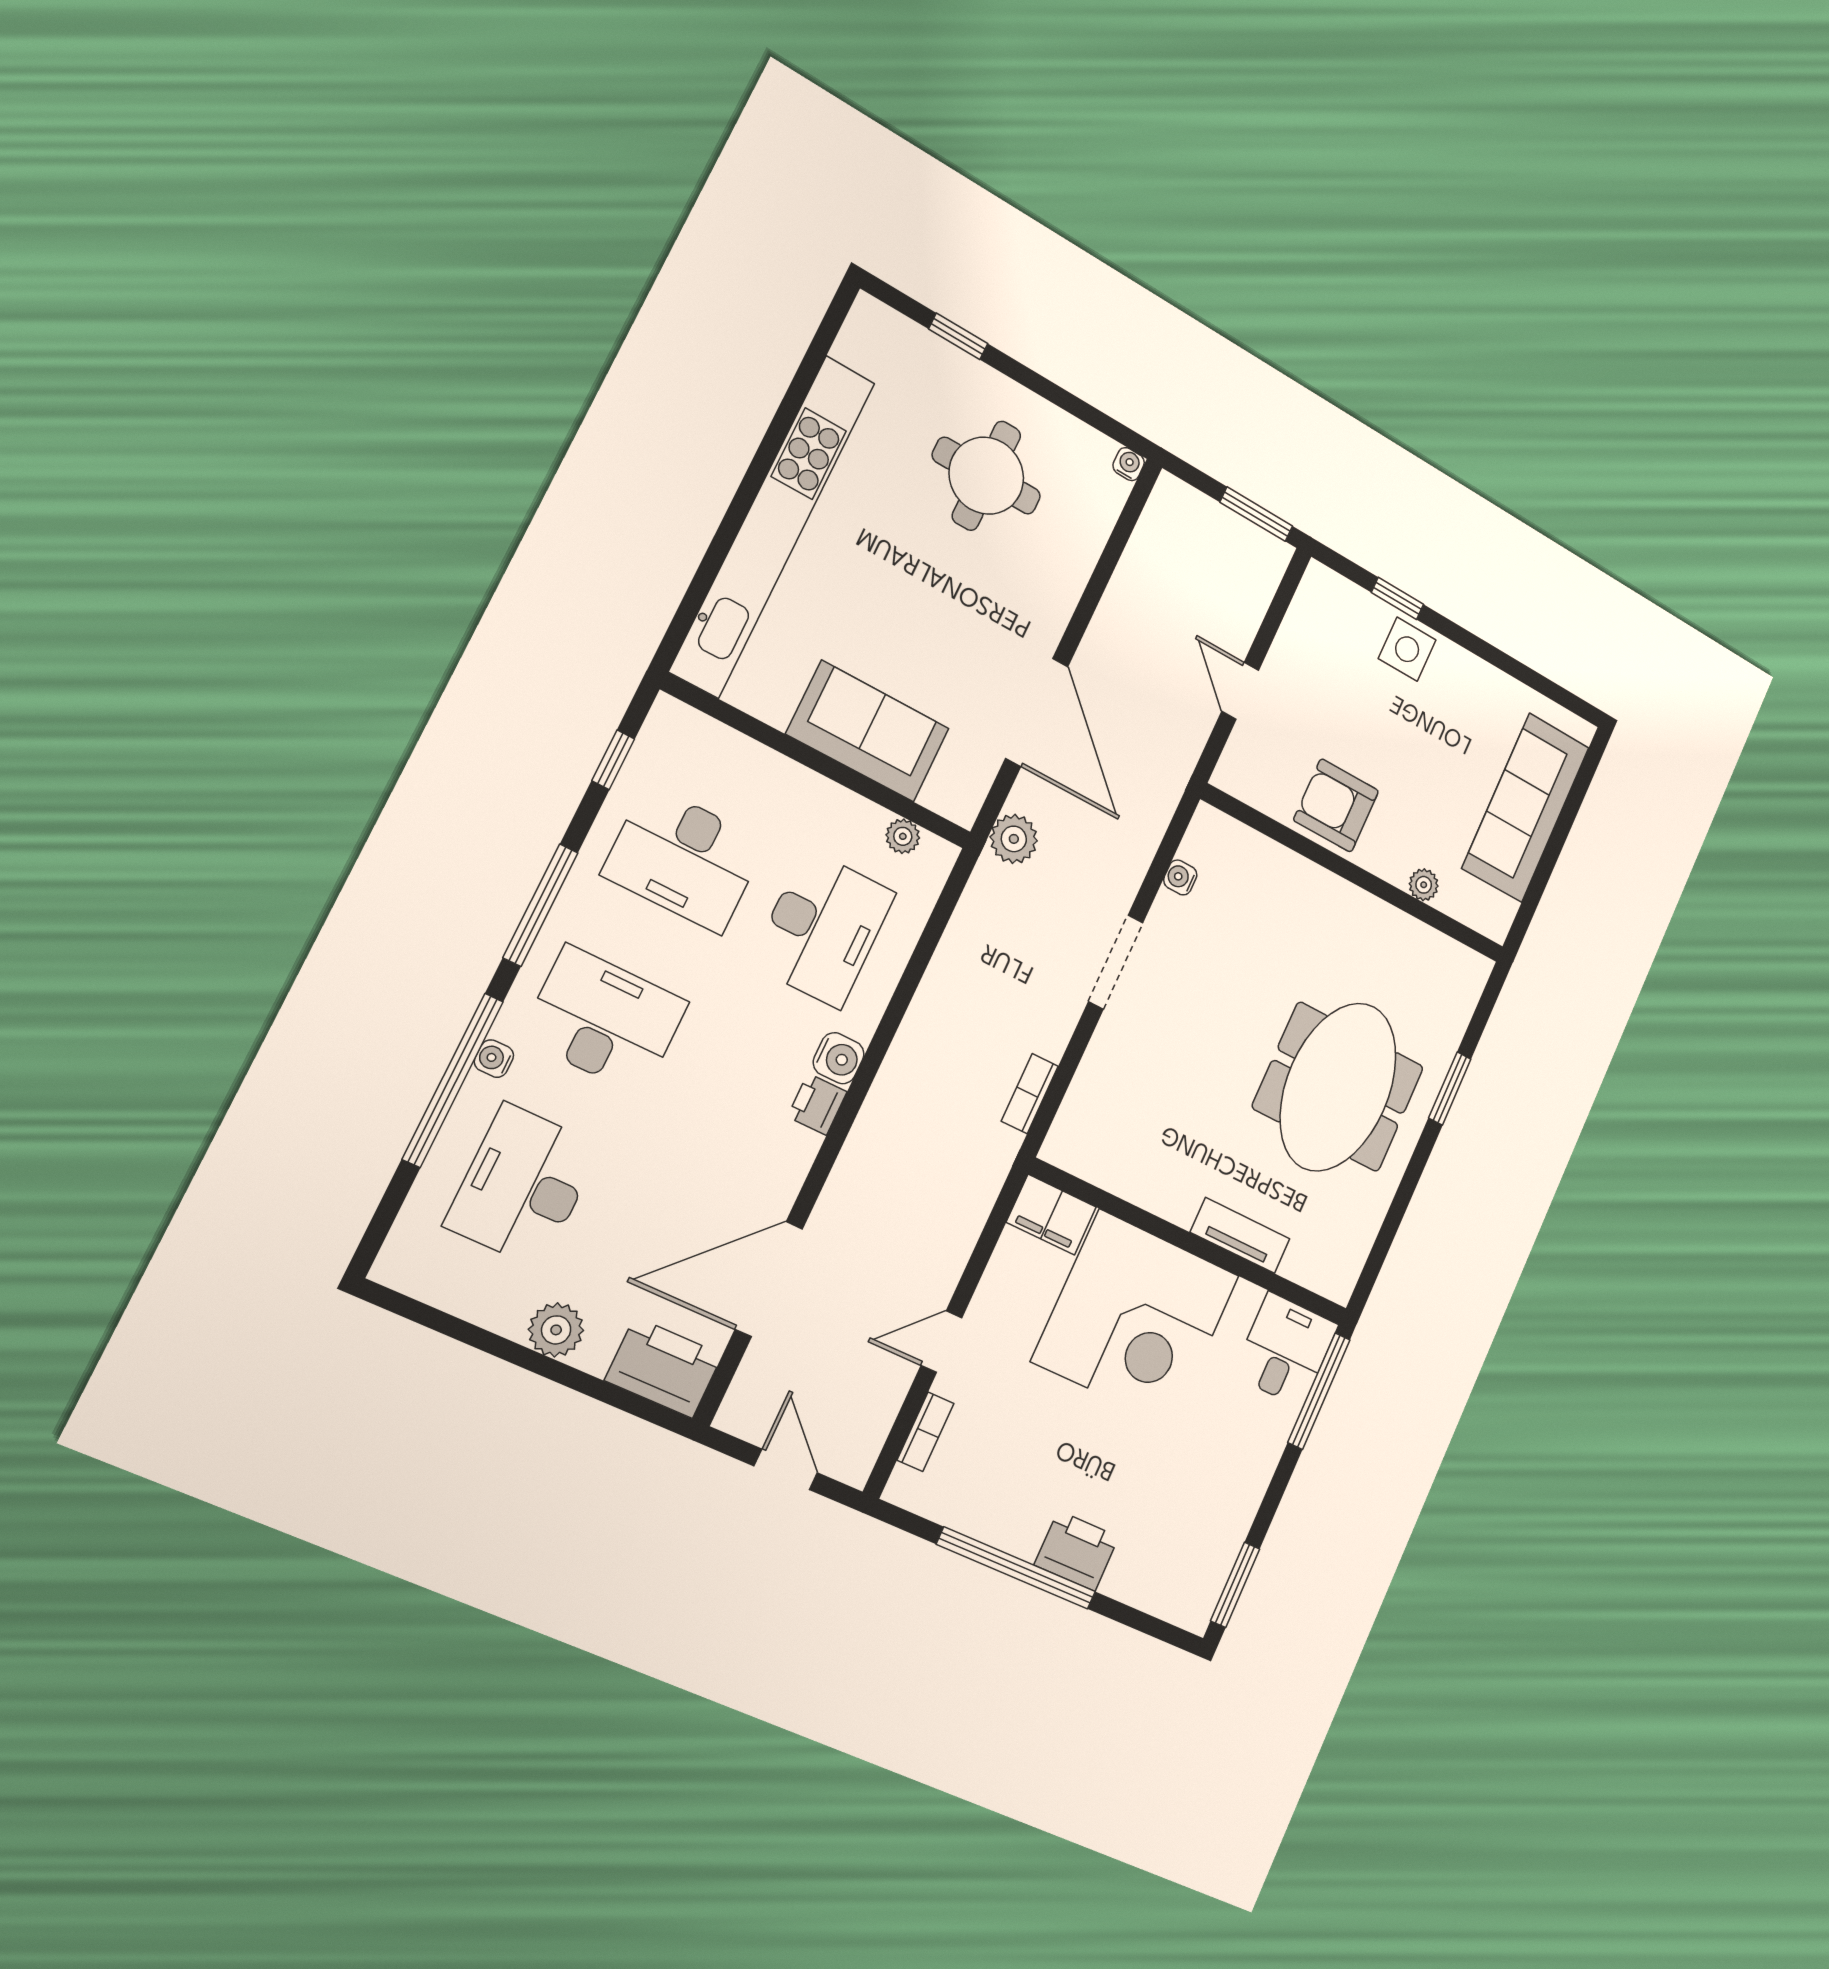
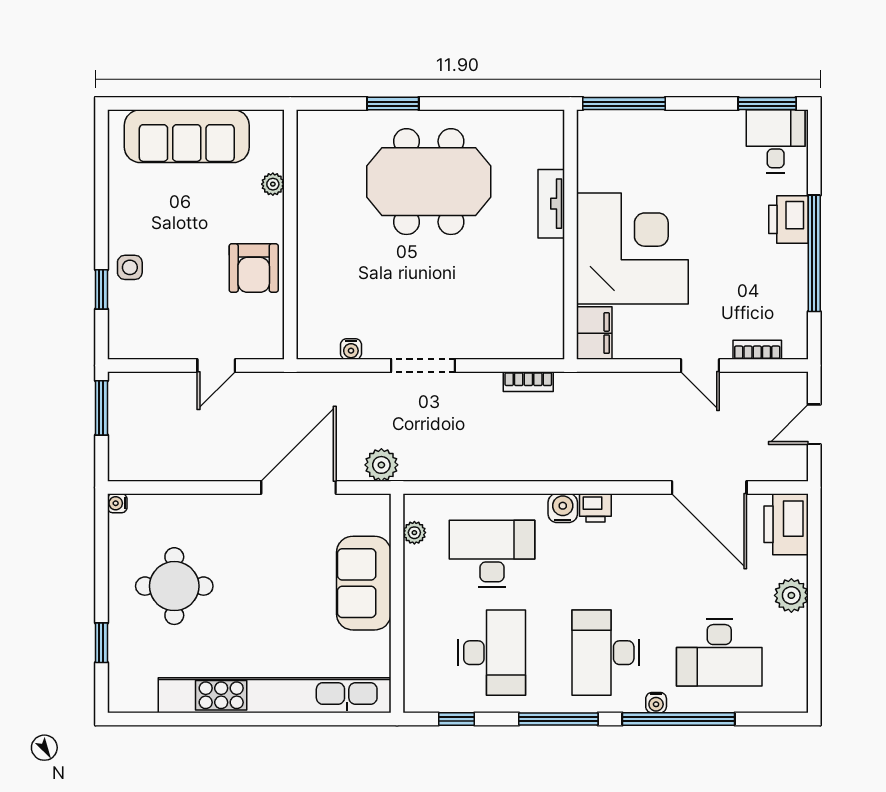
side table: (1407, 649) -> (130, 267), width x0.73, depth x0.73
desk: (1285, 1350) -> (776, 141), moved, turned 90

